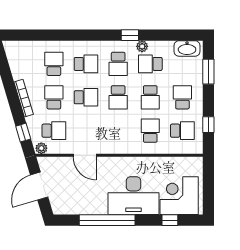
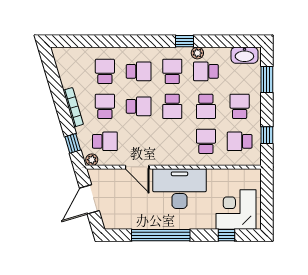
school desk: (118, 64) -> (172, 71), turned 180
school desk: (182, 131) -> (240, 141), turned 180
desk: (133, 196) -> (179, 189), moved, turned 180

